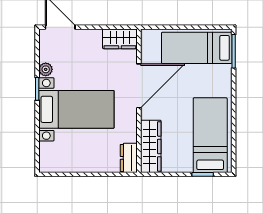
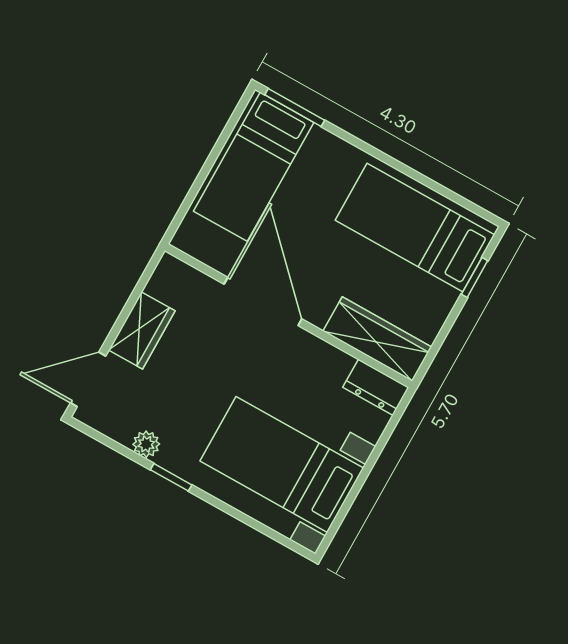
wardrobe: (120, 39) -> (142, 330), moved
bed with nightstands: (76, 109) -> (282, 465), moved, turned -90

